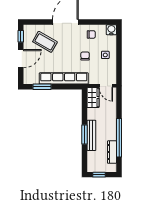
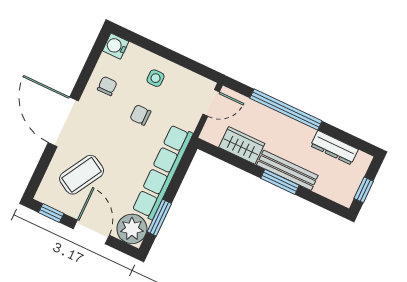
plant: (31, 77) -> (132, 229), added
wardrobe: (93, 98) -> (242, 145), moved
window: (119, 138) -> (286, 110), moved

